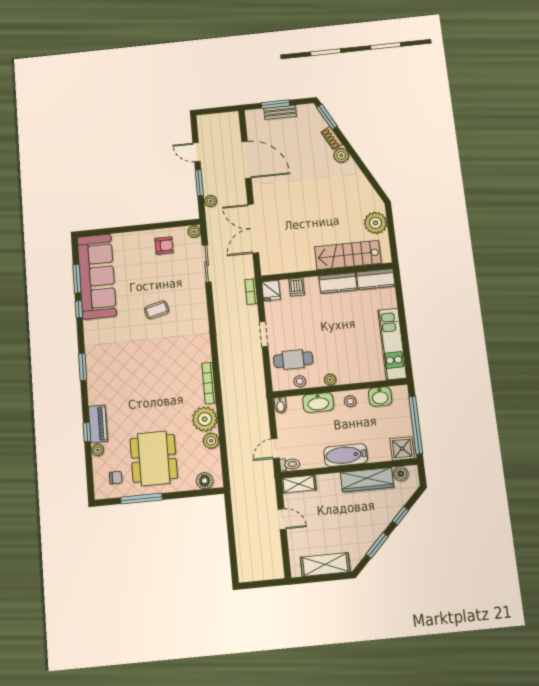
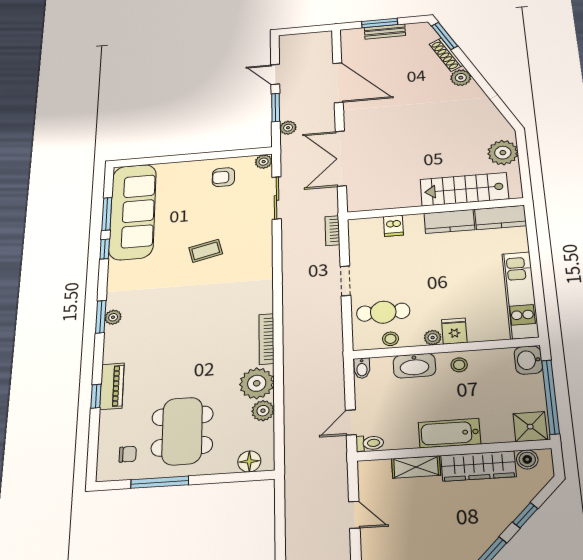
shoe rack: (332, 138) -> (446, 55), width x1.43
armchair: (164, 246) -> (223, 177), turned 180
fridge: (271, 291) -> (454, 331), moved, turned 180
washbasin: (380, 397) -> (528, 360), moved, turned 90
plant: (98, 450) -> (113, 317), moved
shelving: (299, 484) -> (416, 467), moved

